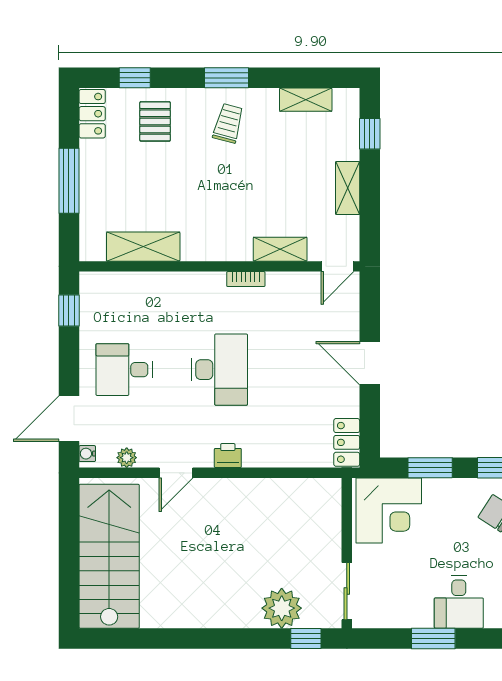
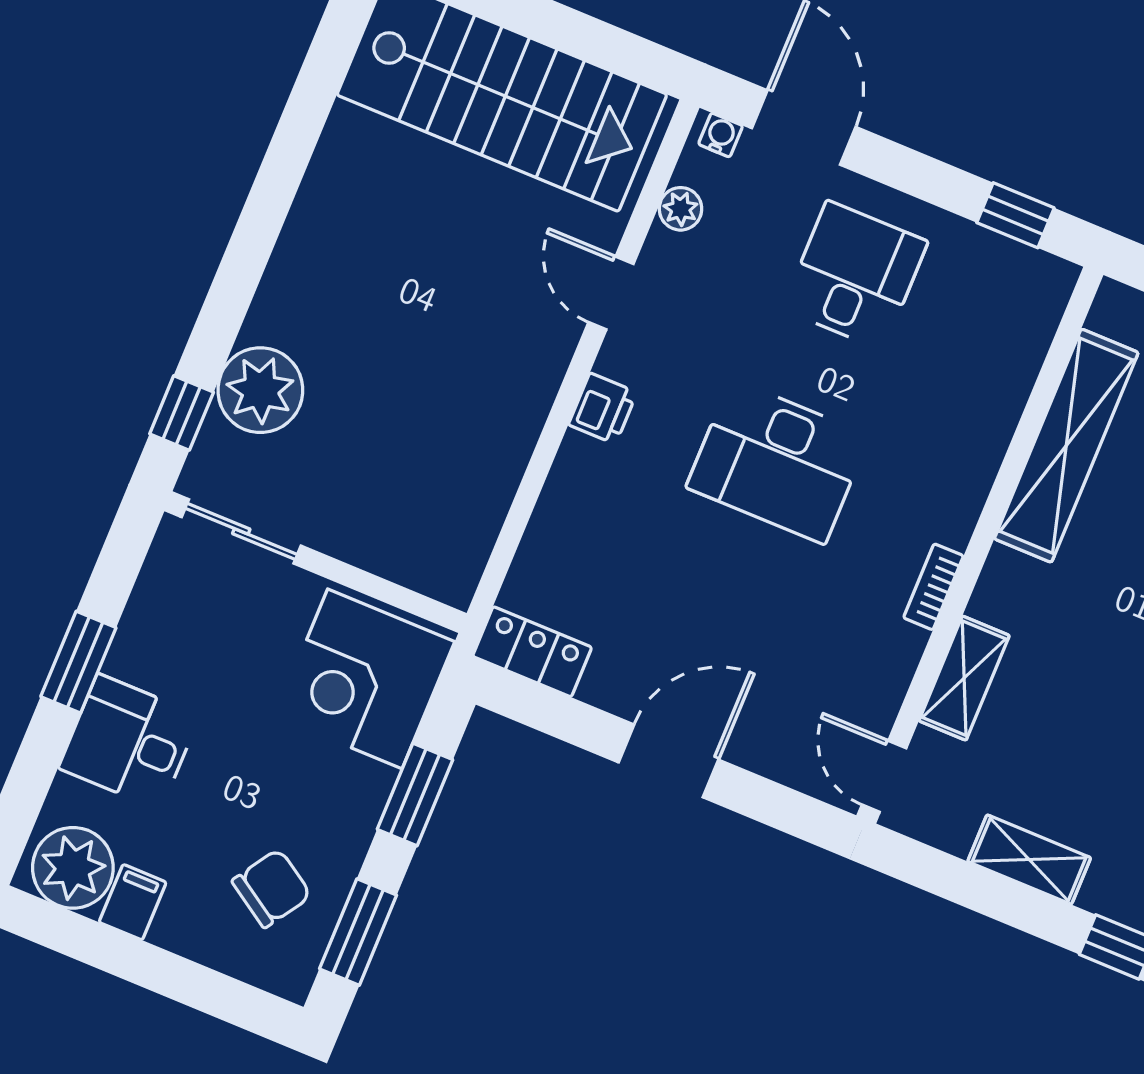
shelving: (143, 247) -> (1066, 446), width x1.47

